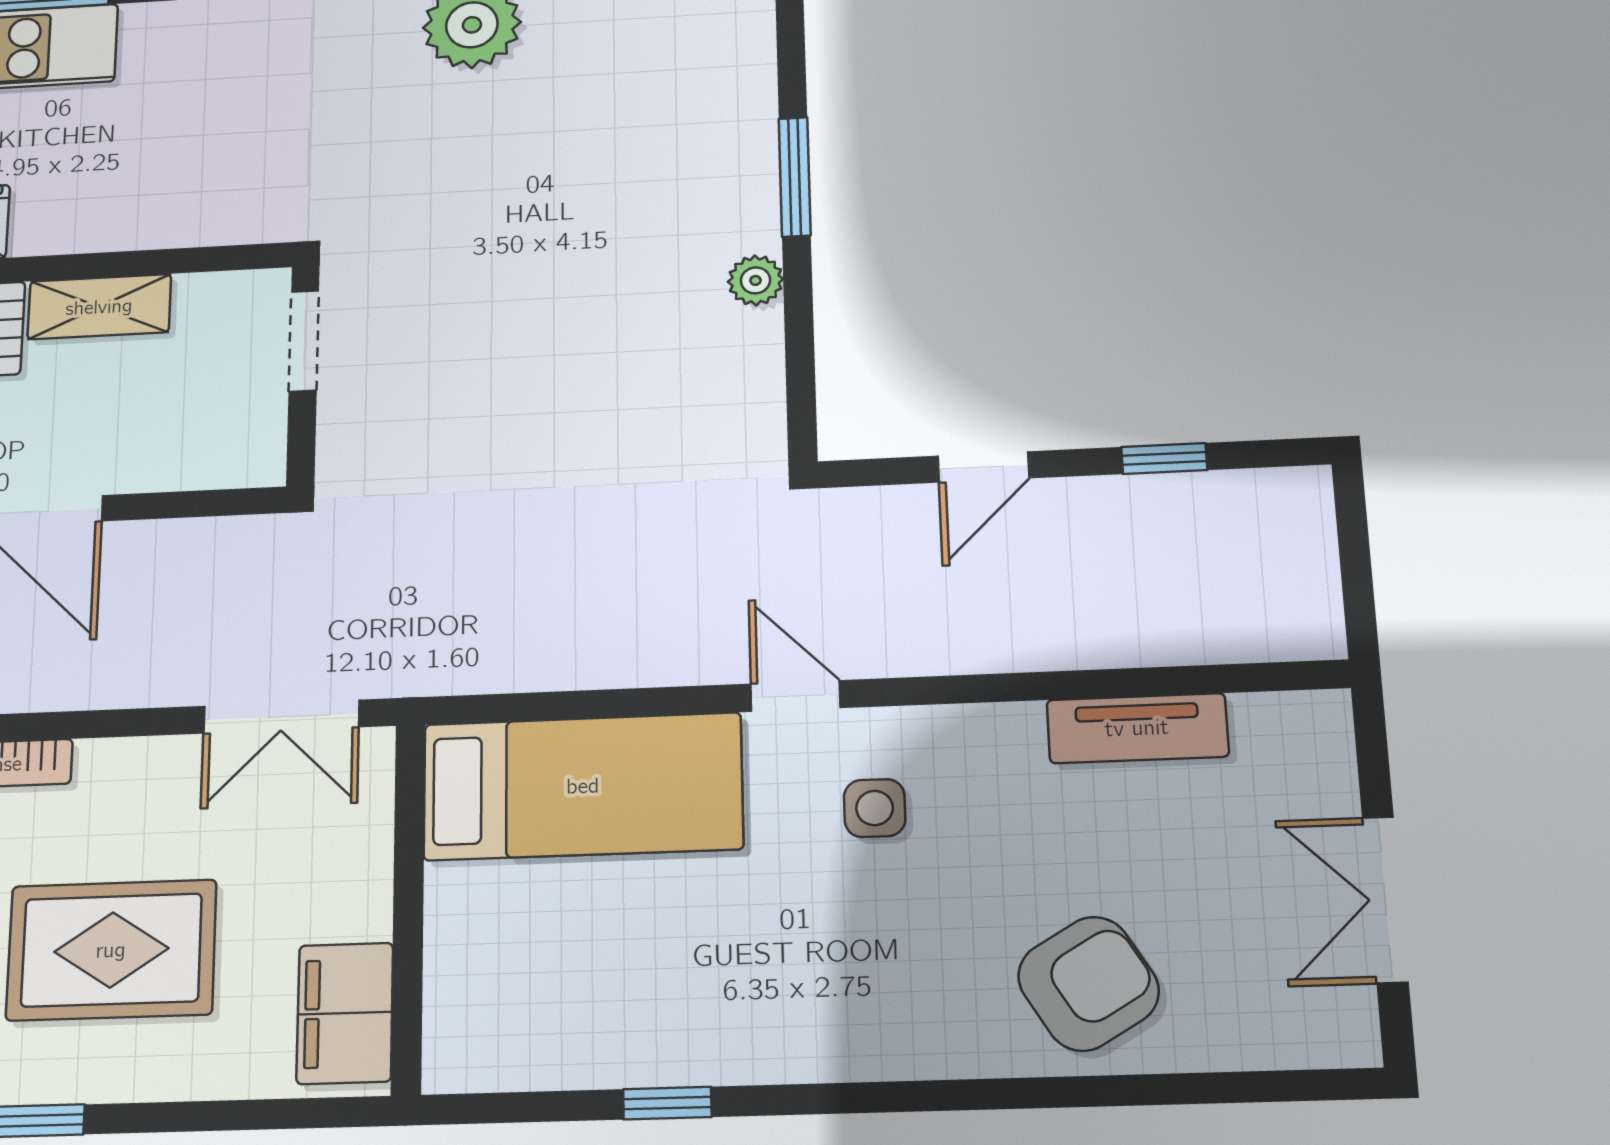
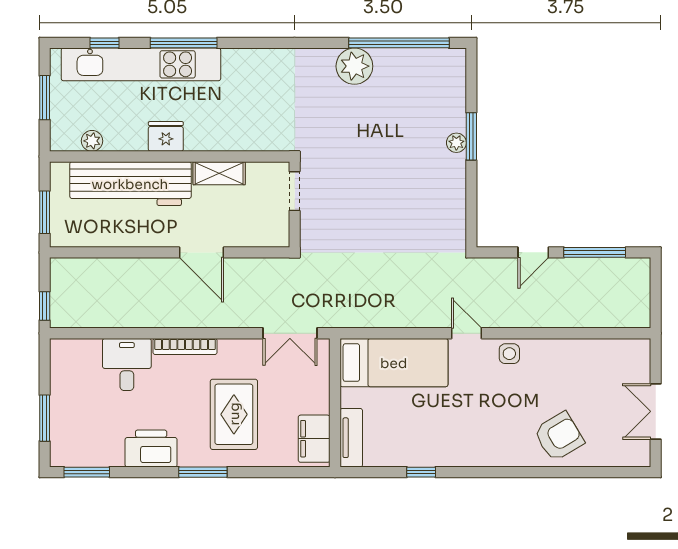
plant: (756, 280) -> (456, 143), moved
window: (1164, 459) -> (595, 252), width x2.17
tv unit: (1137, 728) -> (351, 438), moved, turned -90
side table: (875, 808) -> (509, 354), moved
rug: (111, 950) -> (234, 414), turned 90

